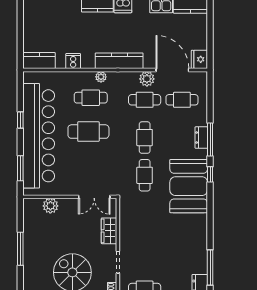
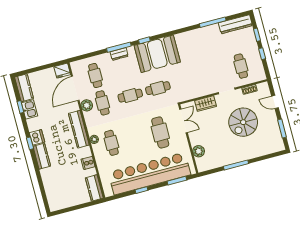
cafe table: (88, 132) -> (160, 132), moved

